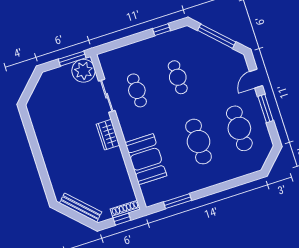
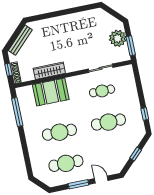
window: (217, 36) -> (136, 154), width x0.46
plant: (83, 71) -> (118, 38), moved
cafe table: (178, 77) -> (108, 122), width x1.37, depth x1.35
wardrobe: (108, 135) -> (49, 71), moved, width x1.50
window: (177, 201) -> (17, 112), width x1.44

